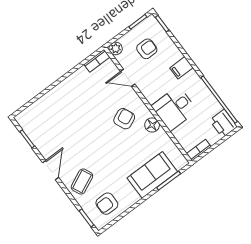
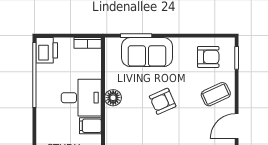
filing cabinet: (181, 68) -> (90, 126), moved, turned 180
armchair: (124, 119) -> (163, 101), moved

